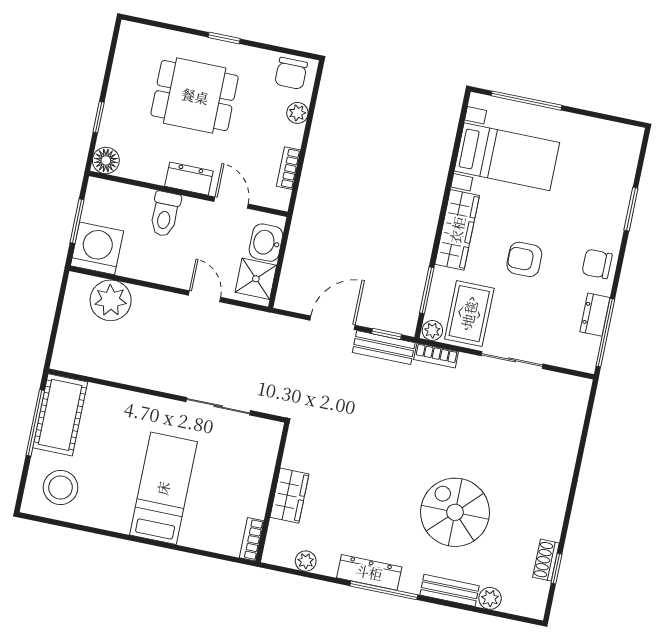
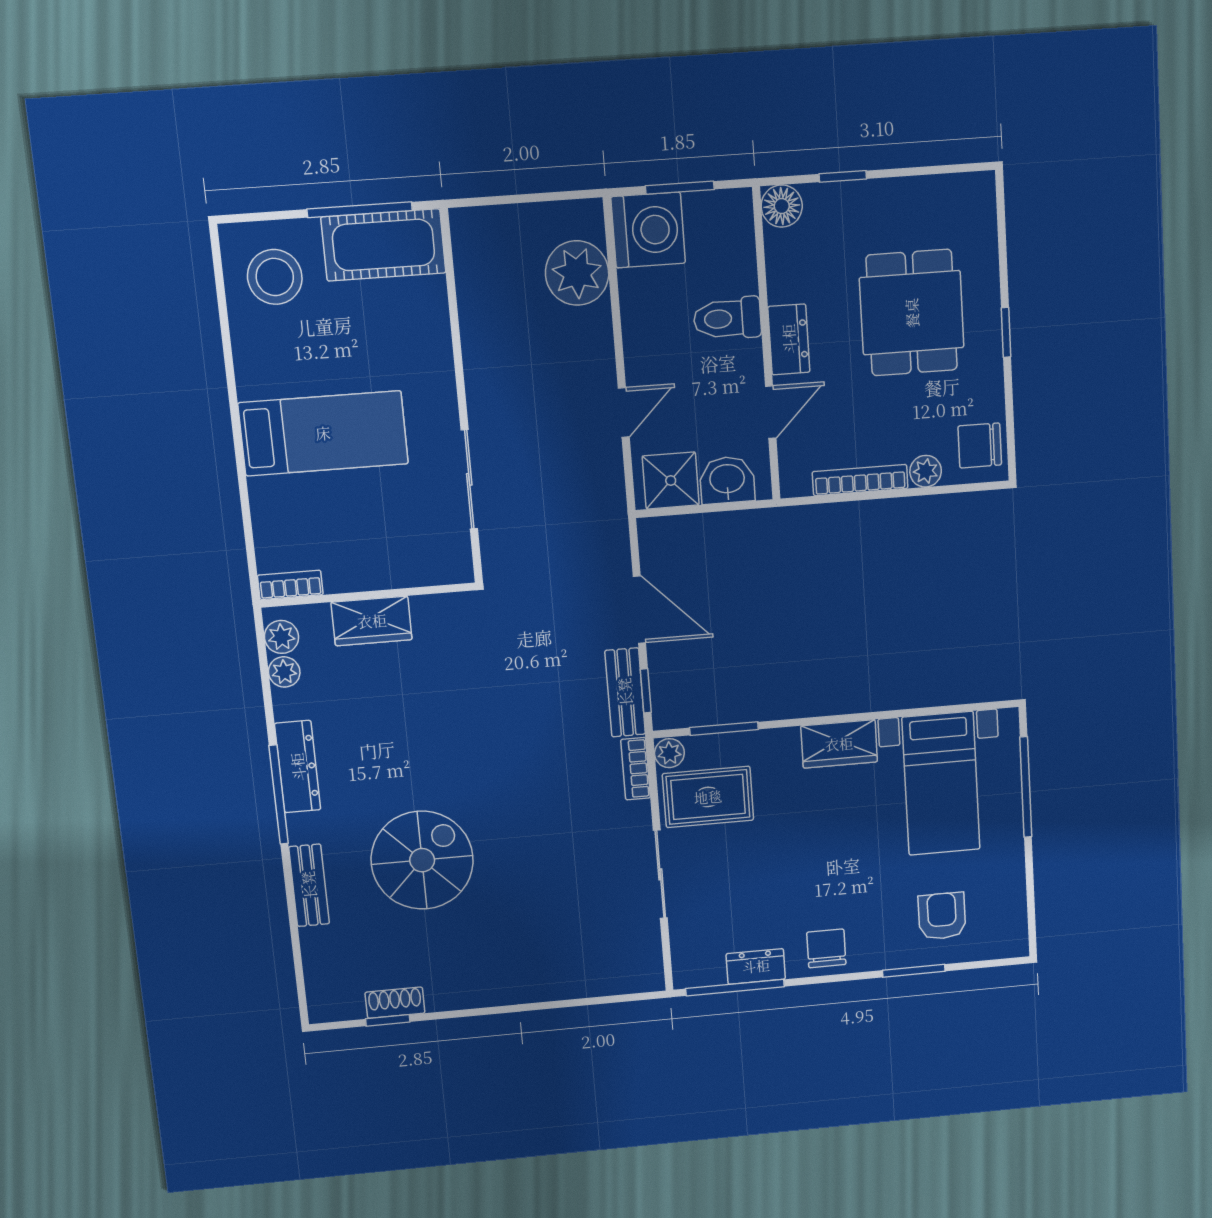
bookcase: (288, 168) -> (860, 480), width x1.56
wardrobe: (457, 230) -> (839, 744), width x0.67
armchair: (524, 259) -> (942, 916), moved
plant: (490, 598) -> (281, 637), moved

